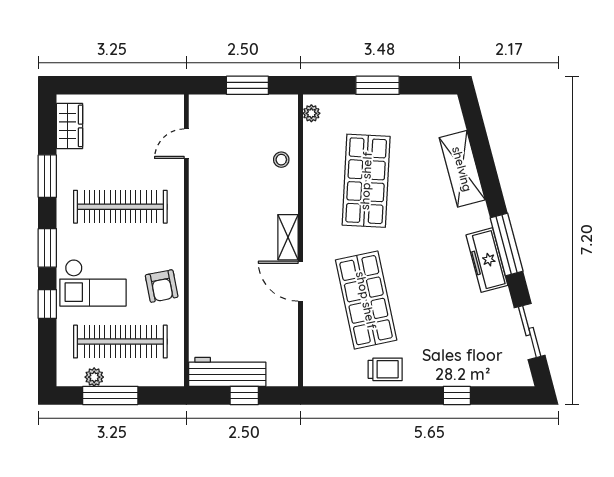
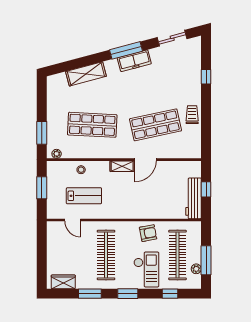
window: (378, 85) -> (42, 133), moved
lab bench: (232, 165) -> (84, 196), added
window: (47, 304) -> (170, 294), moved

